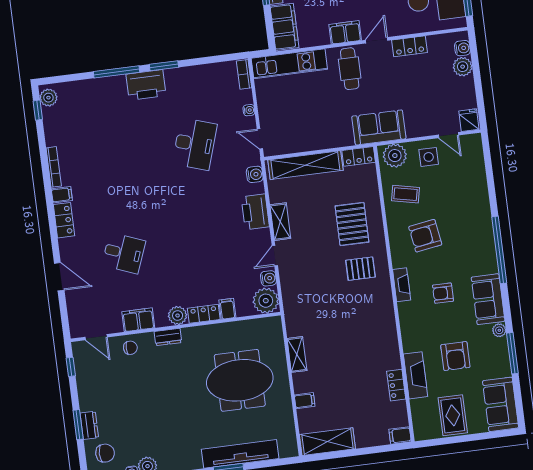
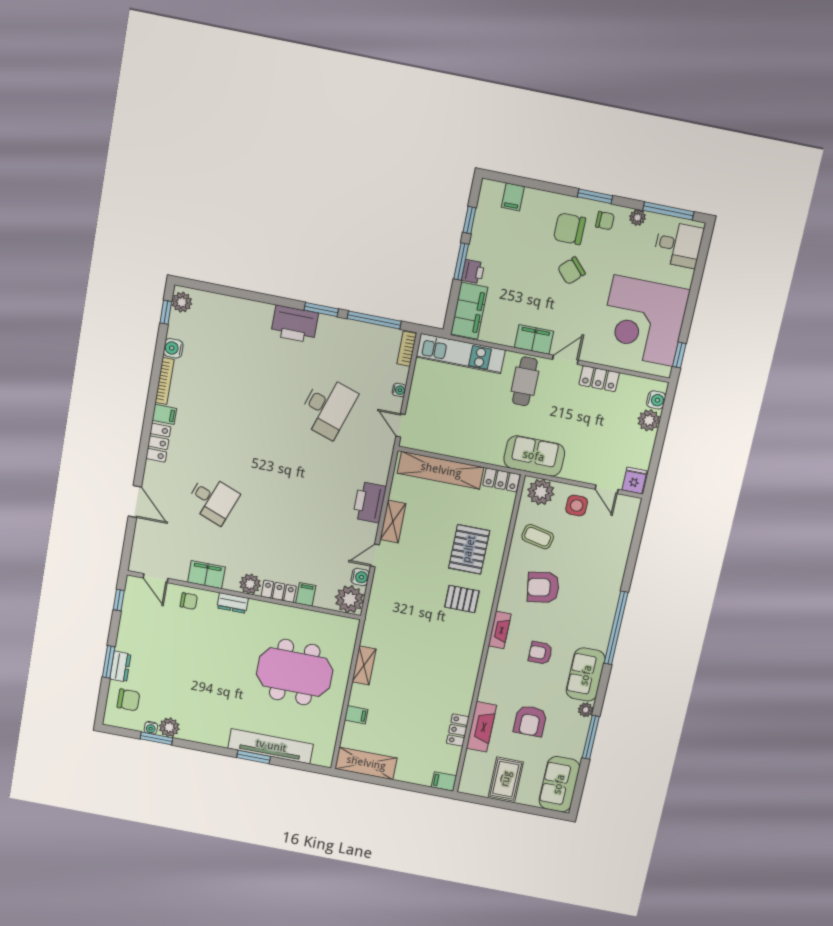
window: (116, 72) -> (374, 320), moved
water cooler: (255, 174) -> (173, 348), moved, turned 180

